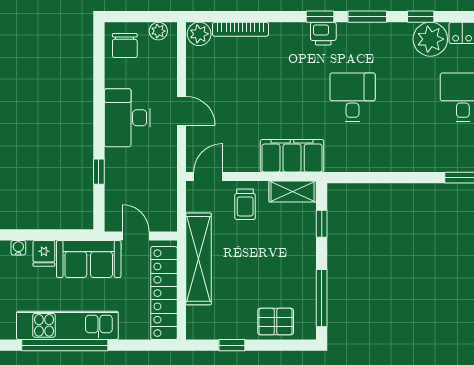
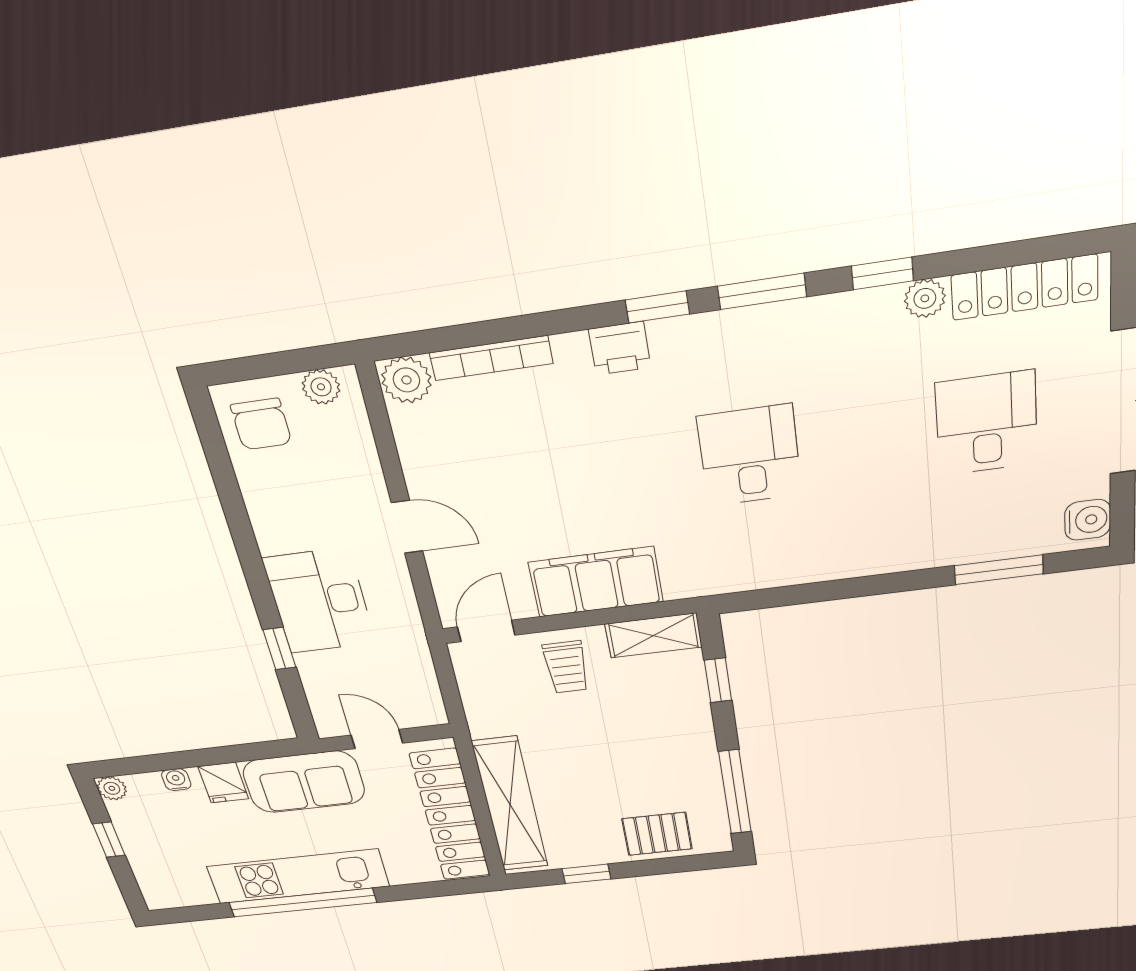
printer: (323, 34) -> (620, 348), moved
plant: (430, 39) -> (925, 298), width x0.53, depth x0.53
desk: (127, 118) -> (319, 601), moved
filing cabinet: (292, 156) -> (596, 582), moved
shelving: (199, 259) -> (510, 805), moved

